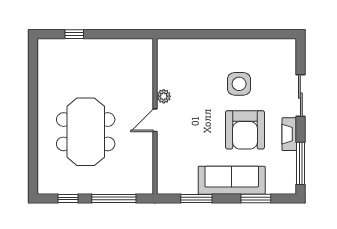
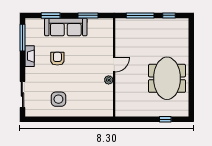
side table: (239, 84) -> (58, 99), moved
sliding door: (300, 96) -> (22, 95), moved
armchair: (245, 130) -> (57, 59), width x0.53, depth x0.53
meeting table: (86, 132) -> (167, 78), moved

